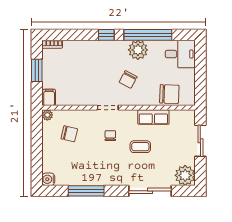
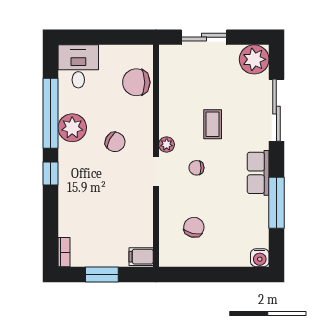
chair: (169, 94) -> (136, 82), turned -92
plant: (47, 115) -> (167, 145), moved
row of seats: (153, 117) -> (258, 173), moved, turned 180

